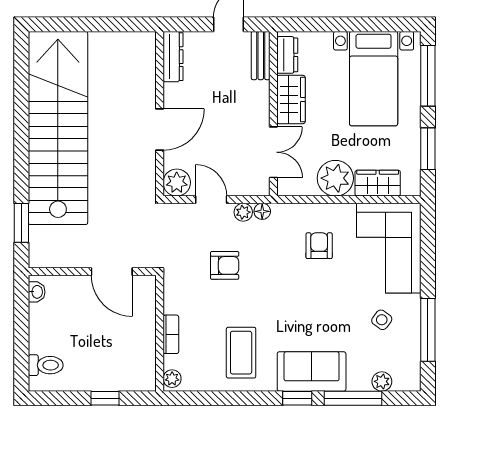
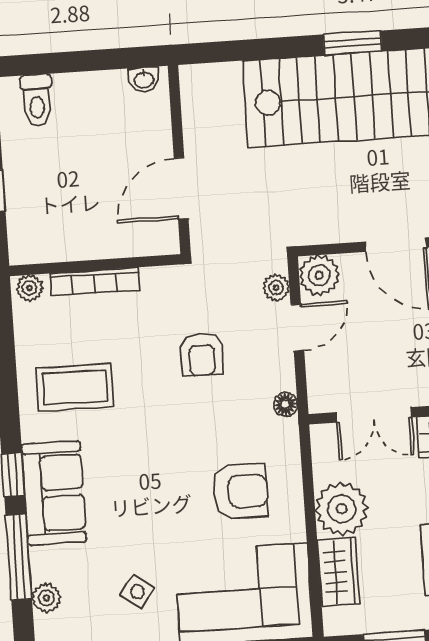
plant: (243, 212) -> (276, 288), moved
window: (21, 223) -> (353, 43), moved
armchair: (319, 246) -> (240, 492), width x1.38, depth x1.38
bookcase: (171, 334) -> (95, 282), width x1.56

